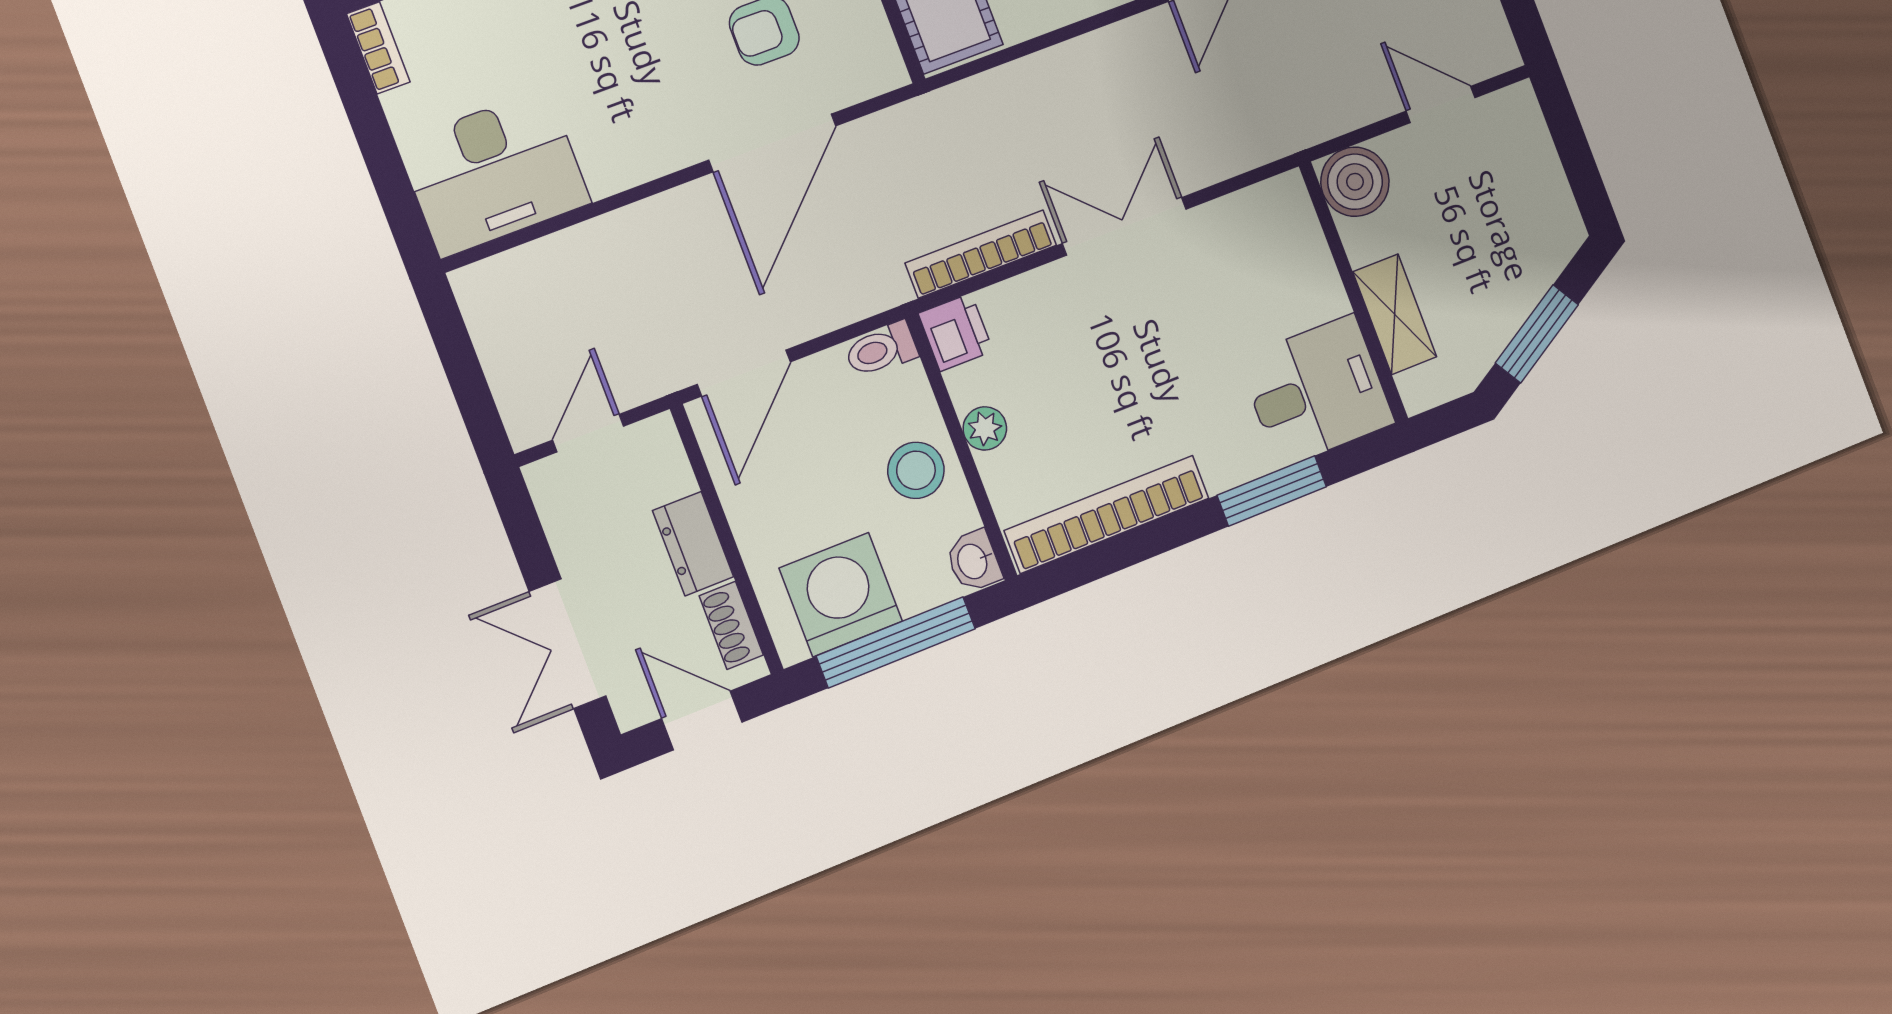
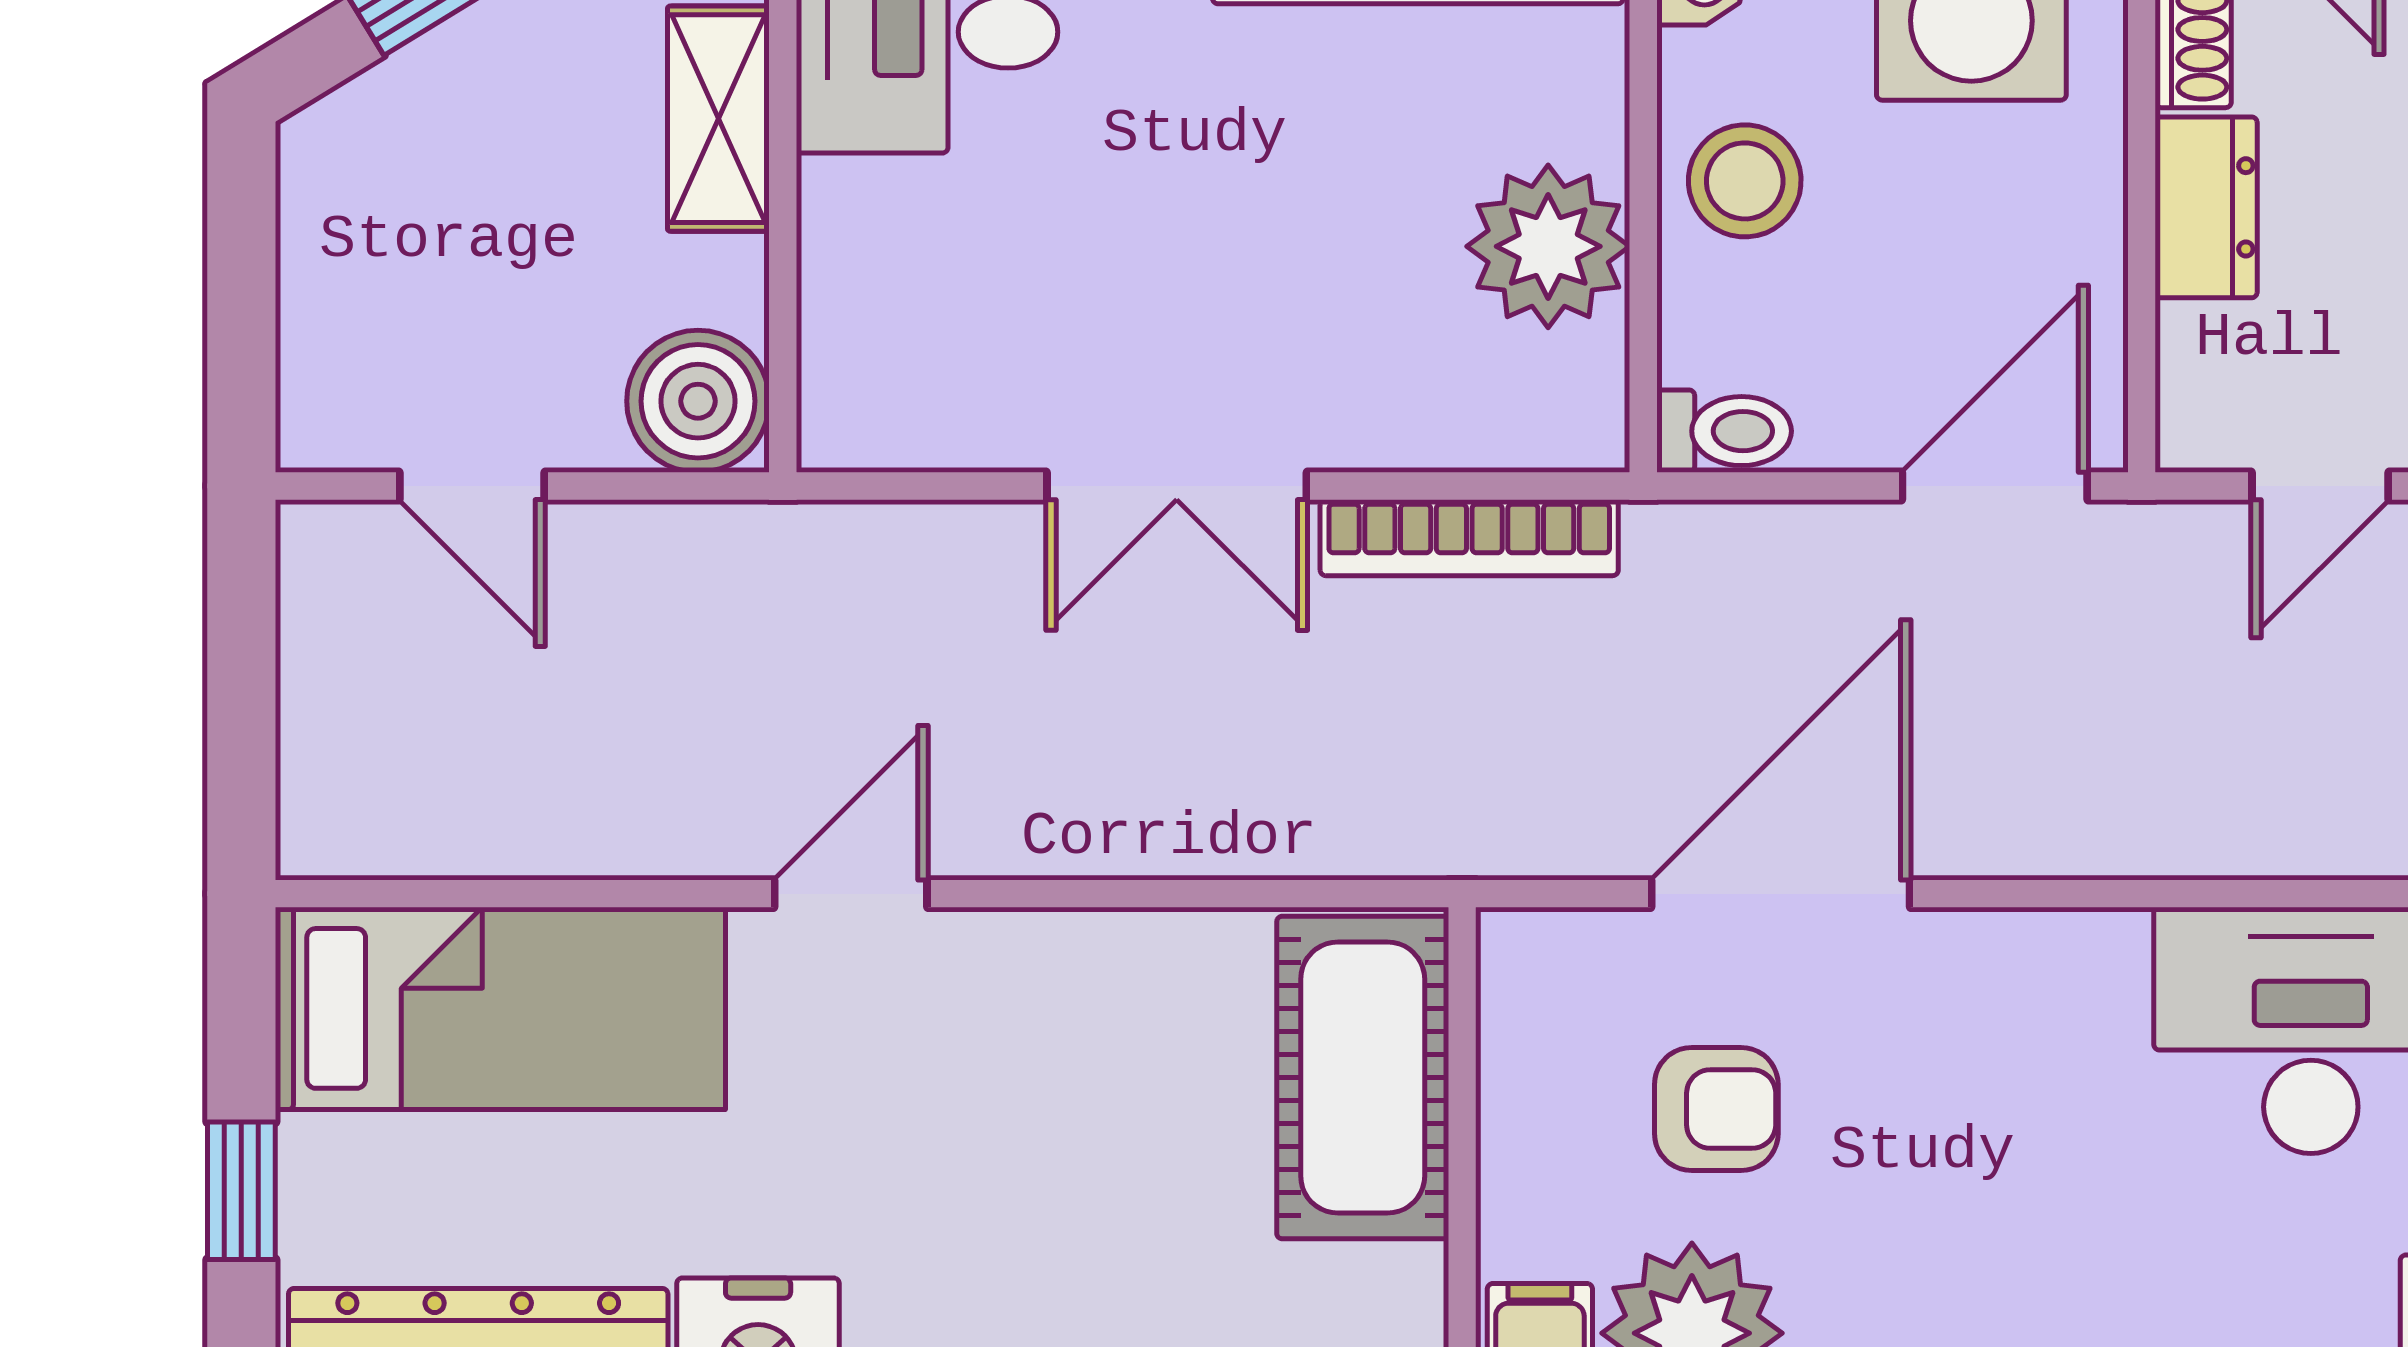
printer: (956, 332) -> (1573, 410), removed
plant: (985, 428) -> (1548, 246), width x1.88, depth x1.88

